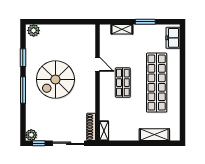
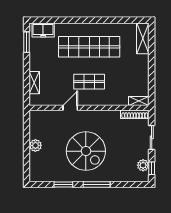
window: (145, 22) -> (27, 42), moved
plant: (34, 30) -> (35, 145), moved
plant: (31, 135) -> (143, 165), moved
shelving: (154, 135) -> (143, 38), moved
sliding door: (69, 143) -> (152, 137), width x0.73

